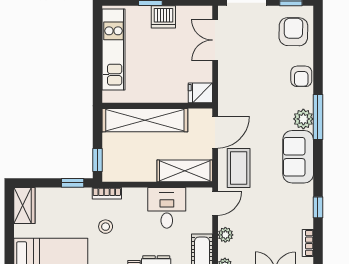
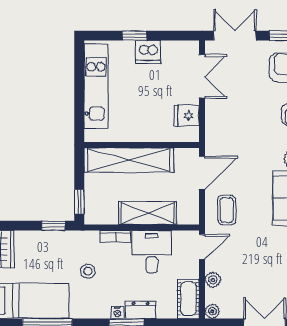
double door: (215, 40) -> (202, 76), swing flipped
fridge: (200, 93) -> (187, 116), moved
coffee table: (239, 168) -> (227, 210), width x0.73, depth x0.77
shelving: (185, 171) -> (148, 213), moved
bookcase: (107, 193) -> (115, 236), moved

